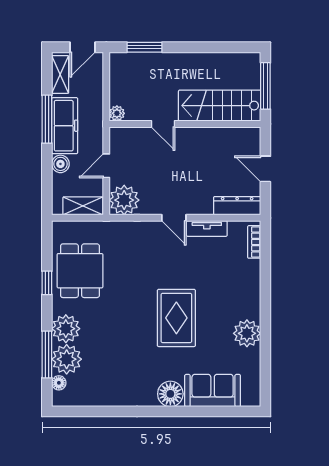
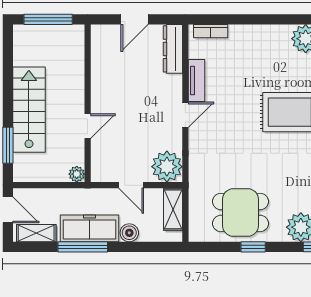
stairs: (220, 106) -> (29, 110), moved, turned 180

